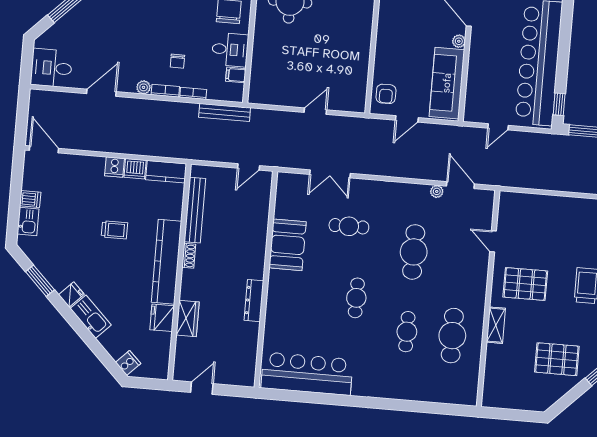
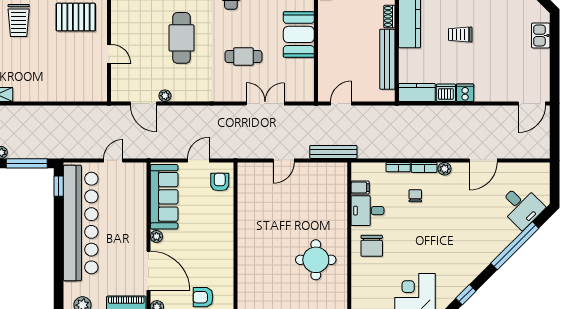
desk: (51, 68) -> (521, 206), moved, turned 45
bench: (225, 112) -> (333, 152), moved
door: (44, 149) -> (532, 104), hinge flipped
dishwasher: (30, 199) -> (541, 56), removed

